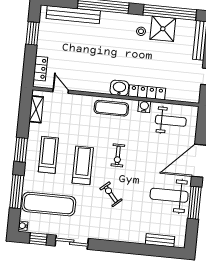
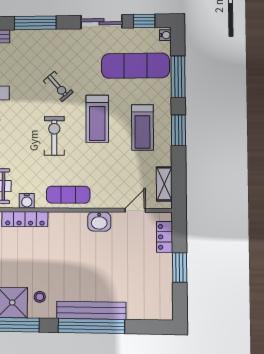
bench: (73, 15) -> (91, 310), moved
window: (32, 33) -> (180, 268), moved
washbasin: (119, 88) -> (99, 222), moved
door: (61, 91) -> (135, 210), swing flipped
exercise bike: (118, 155) -> (54, 136), width x1.38, depth x1.39
window: (124, 247) -> (35, 23), added

